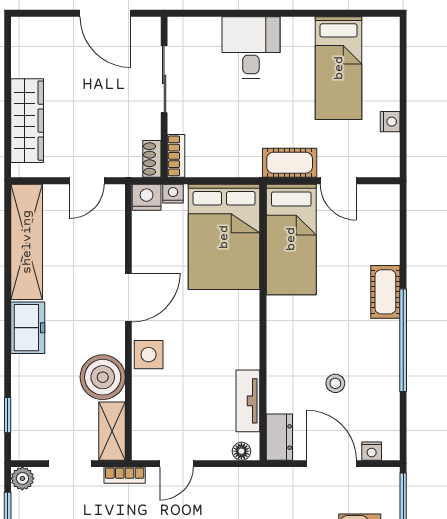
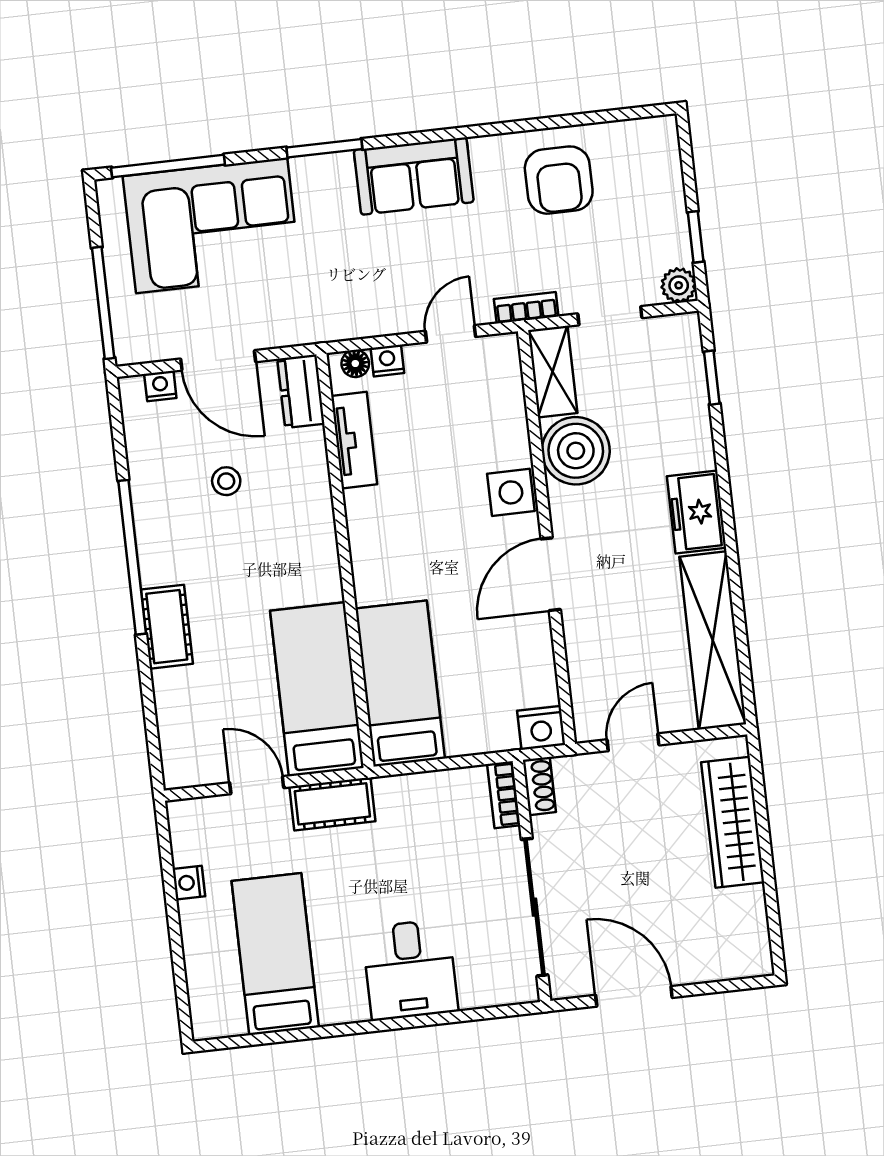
sliding door: (164, 79) -> (535, 907), width x1.37
nightstand: (173, 194) -> (387, 361), moved, turned 180
bed: (224, 237) -> (400, 684), width x0.67

